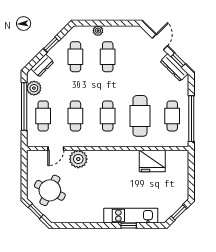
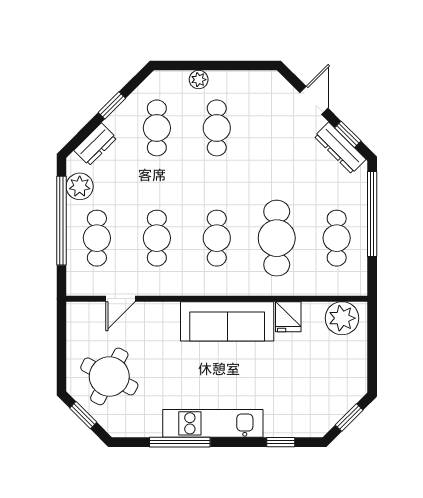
window: (191, 119) -> (372, 214), moved
plant: (78, 159) -> (342, 318), moved
sofa: (113, 161) -> (227, 321), added
fridge: (152, 161) -> (288, 317), width x0.53, depth x0.75
kitchen unit: (131, 216) -> (213, 423), moved
window: (88, 226) -> (180, 442), added
window: (129, 226) -> (281, 442), moved

